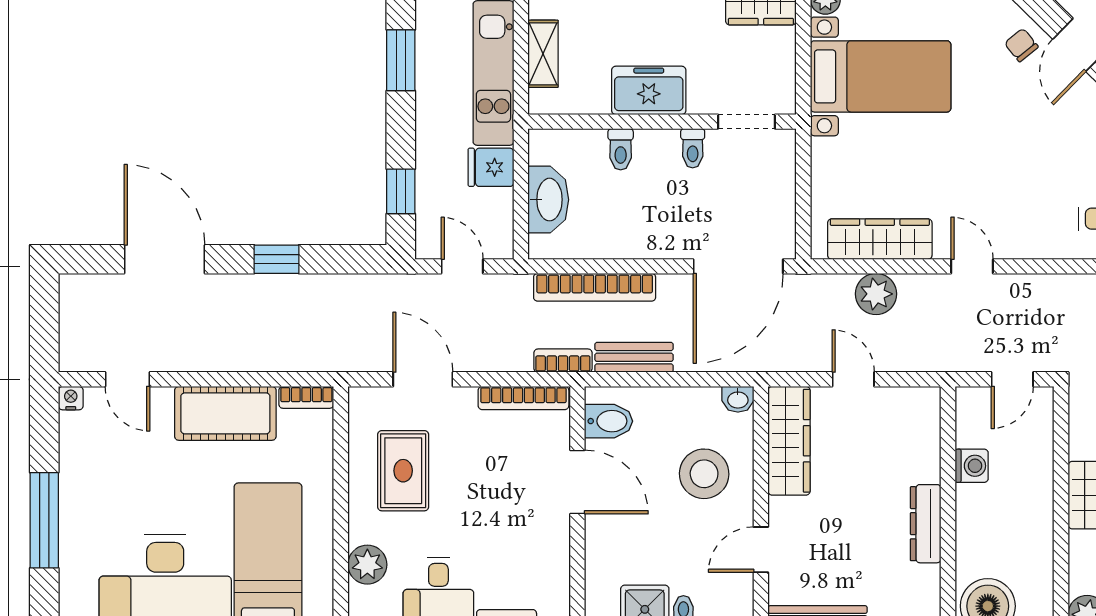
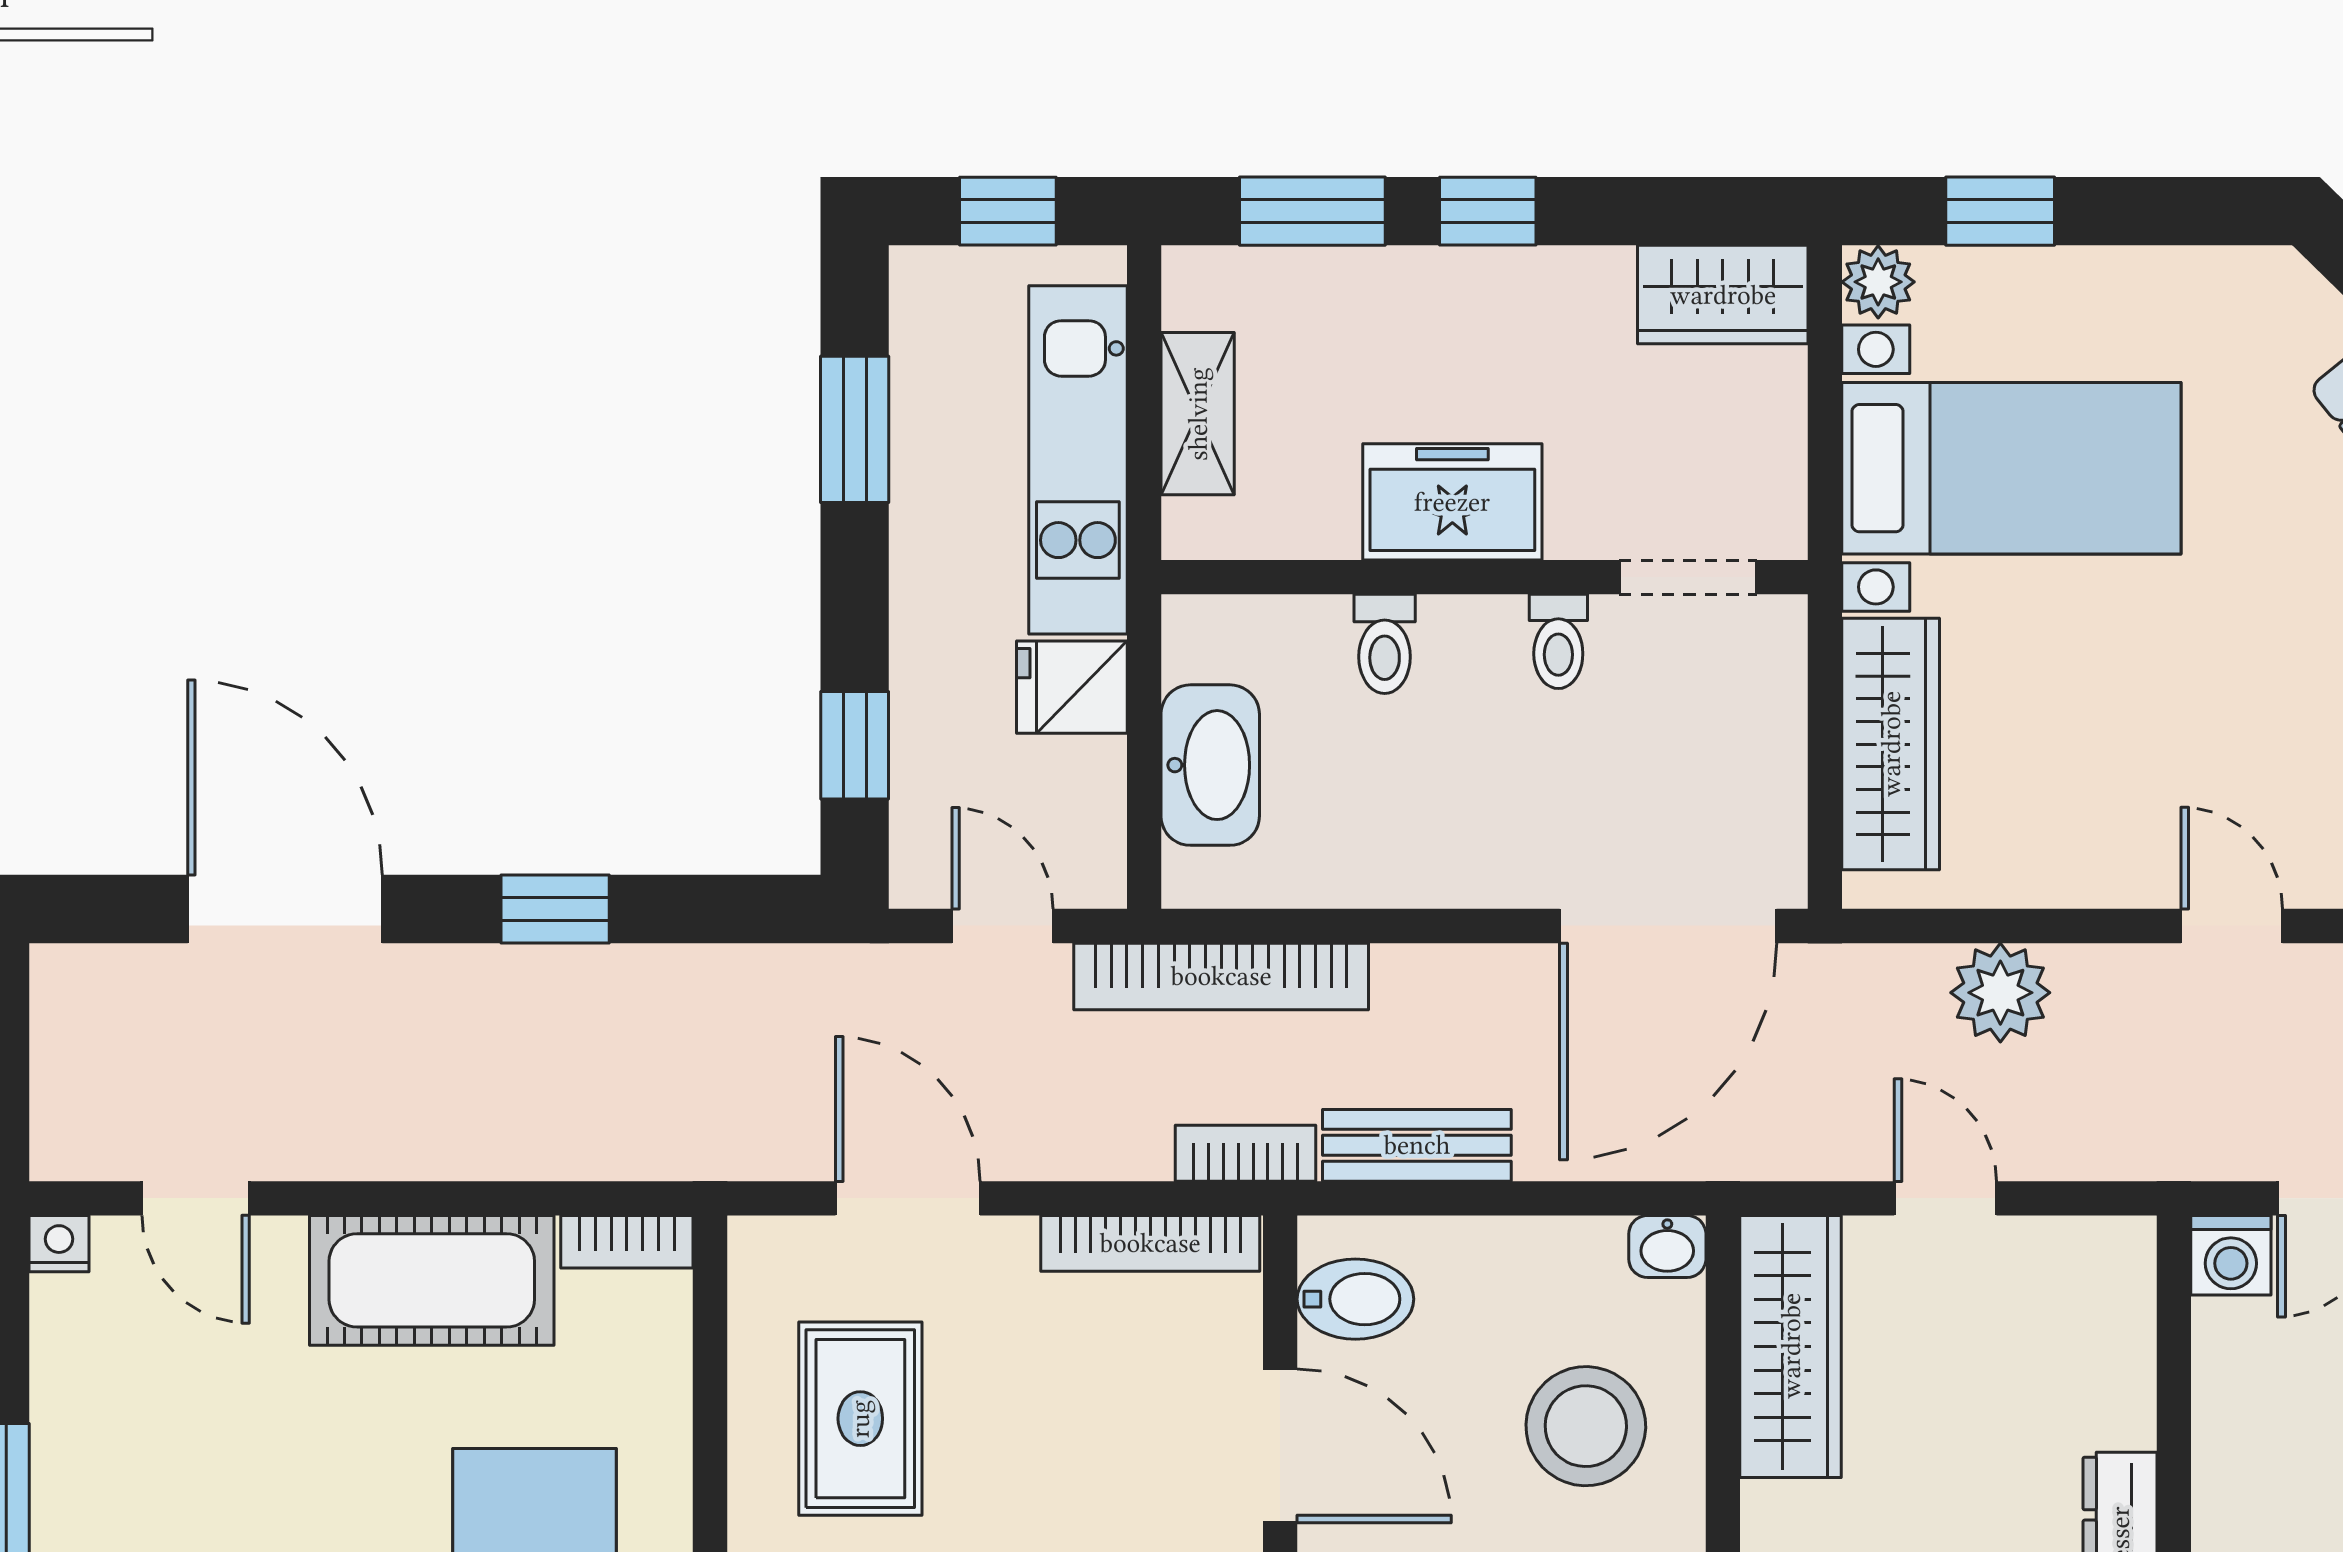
wardrobe: (880, 239) -> (1891, 744), moved, turned 90
bookcase: (595, 287) -> (1221, 976), moved
washing machine: (972, 466) -> (2231, 1255), moved, turned 90

